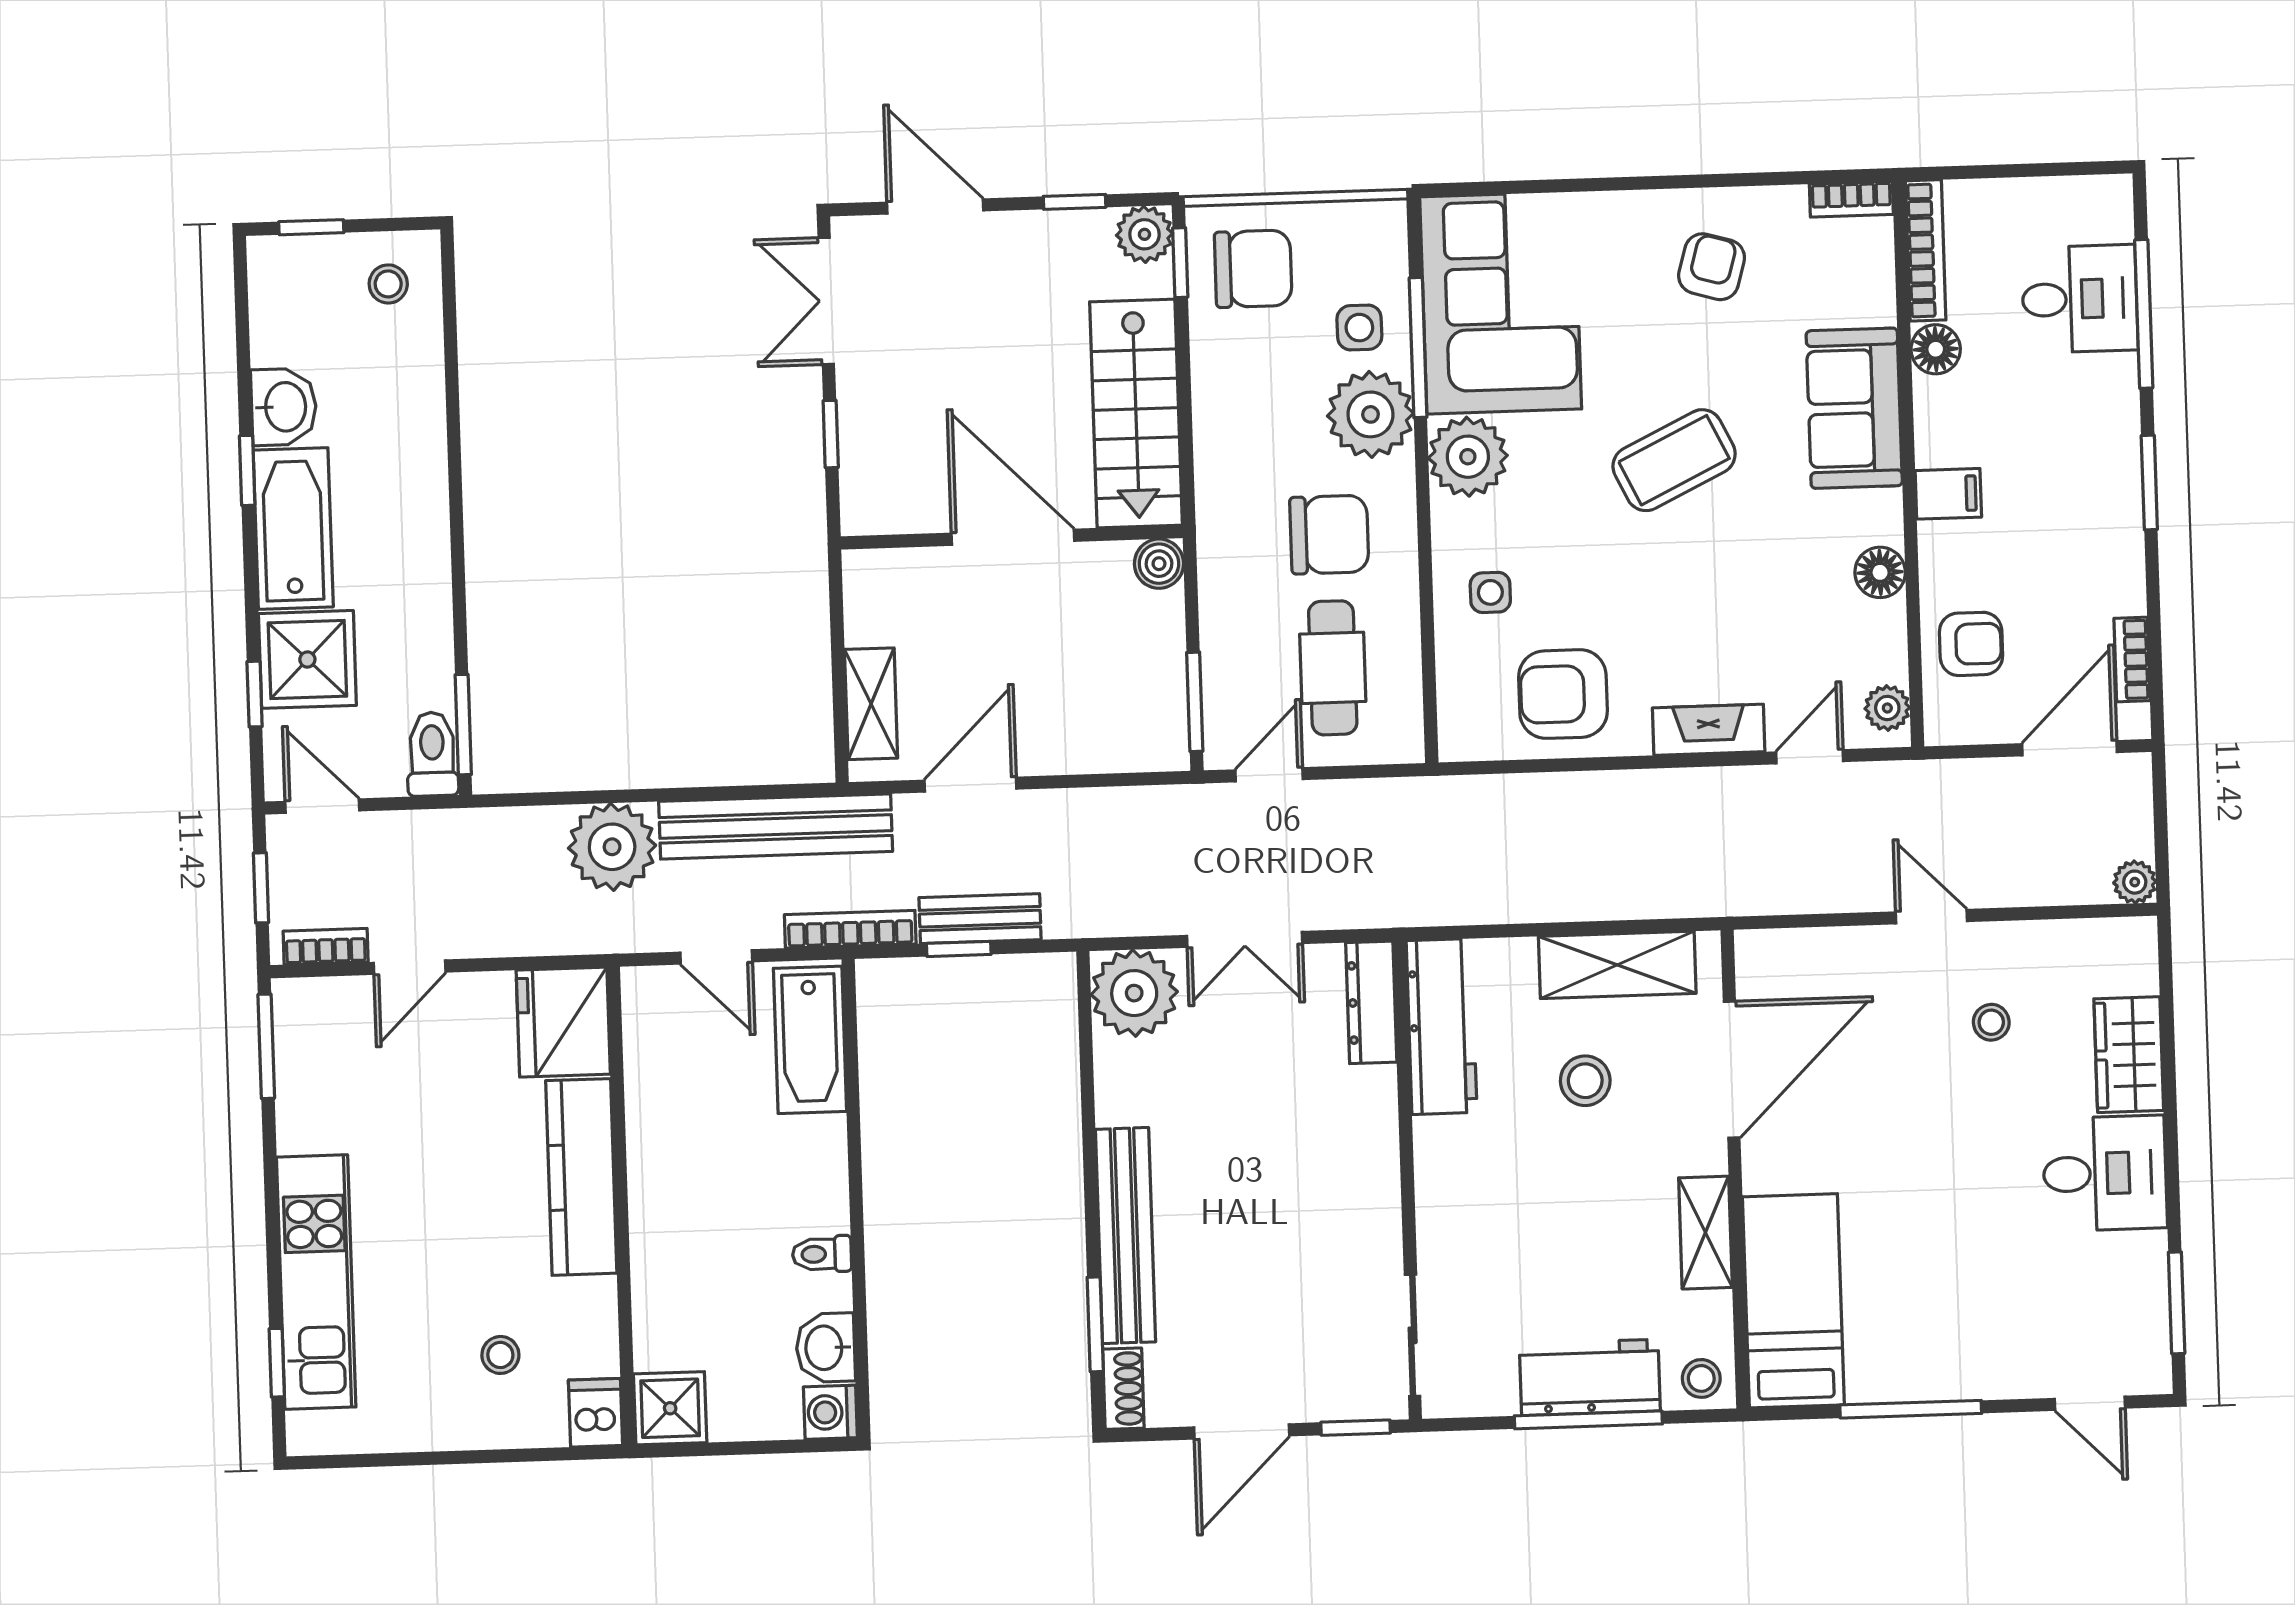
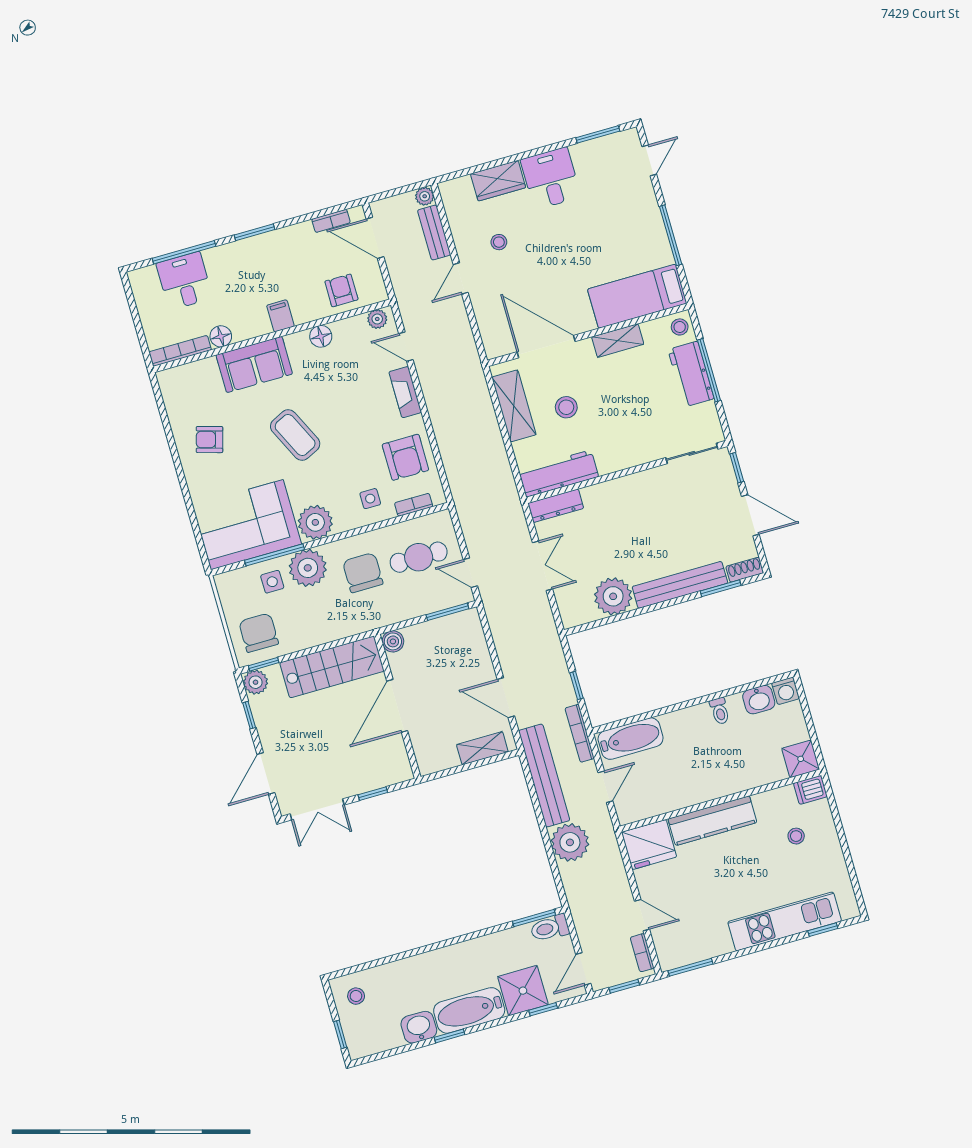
bookcase: (1851, 199) -> (414, 505), moved, turned -90
bench: (980, 919) -> (434, 232), moved
plant: (1134, 993) -> (613, 596), moved

